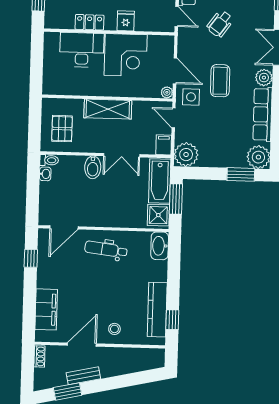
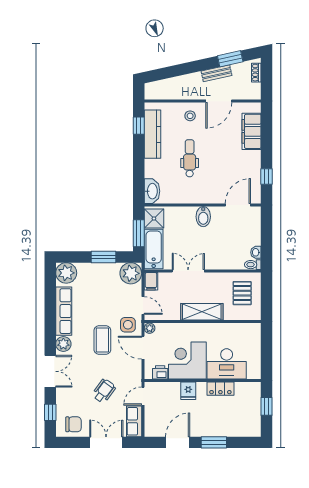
door: (177, 17) -> (143, 396), hinge flipped
printer: (157, 43) -> (160, 372), added
bidet: (93, 167) -> (203, 217), moved, turned 180
window: (241, 174) -> (103, 257), moved
dental chair: (106, 249) -> (190, 158), moved, turned -97
shoe rack: (39, 356) -> (256, 73), moved

